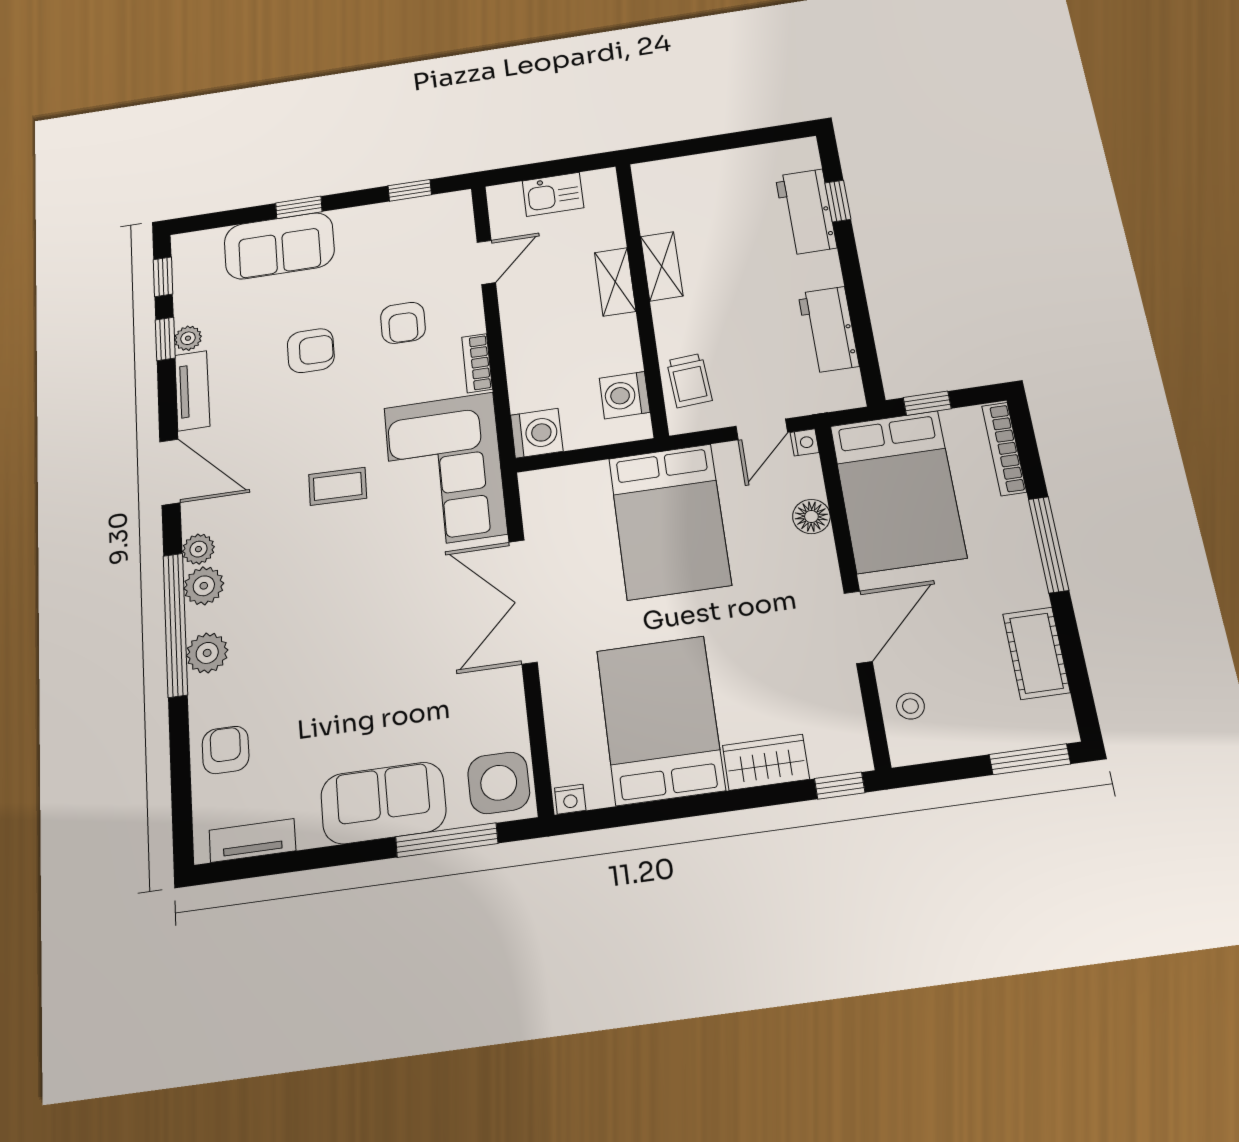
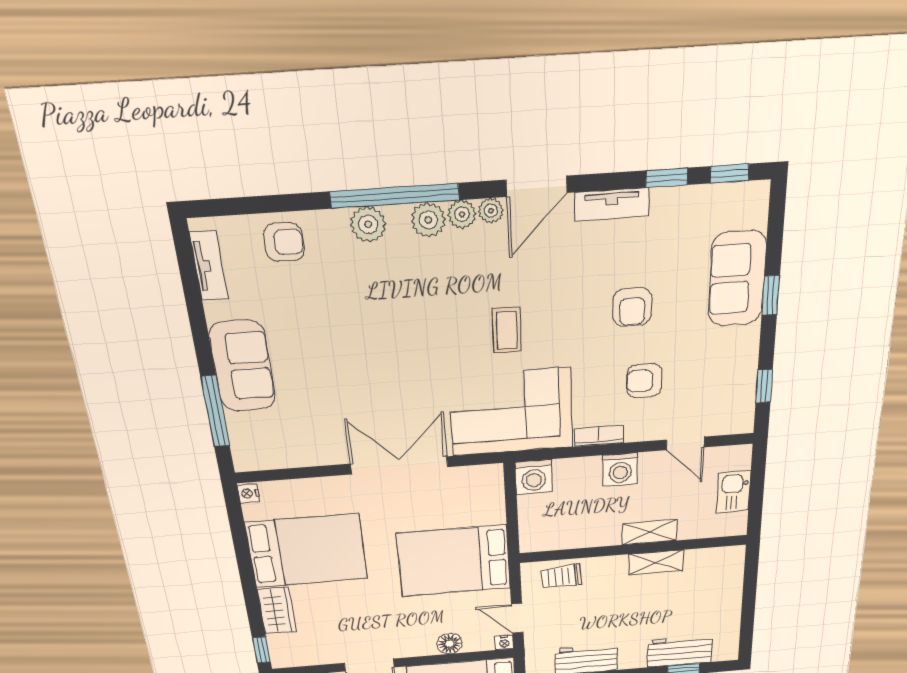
plant: (188, 338) -> (491, 211), moved
washing machine: (625, 395) -> (620, 469), moved, turned 180
side table: (499, 783) -> (260, 447), removed

